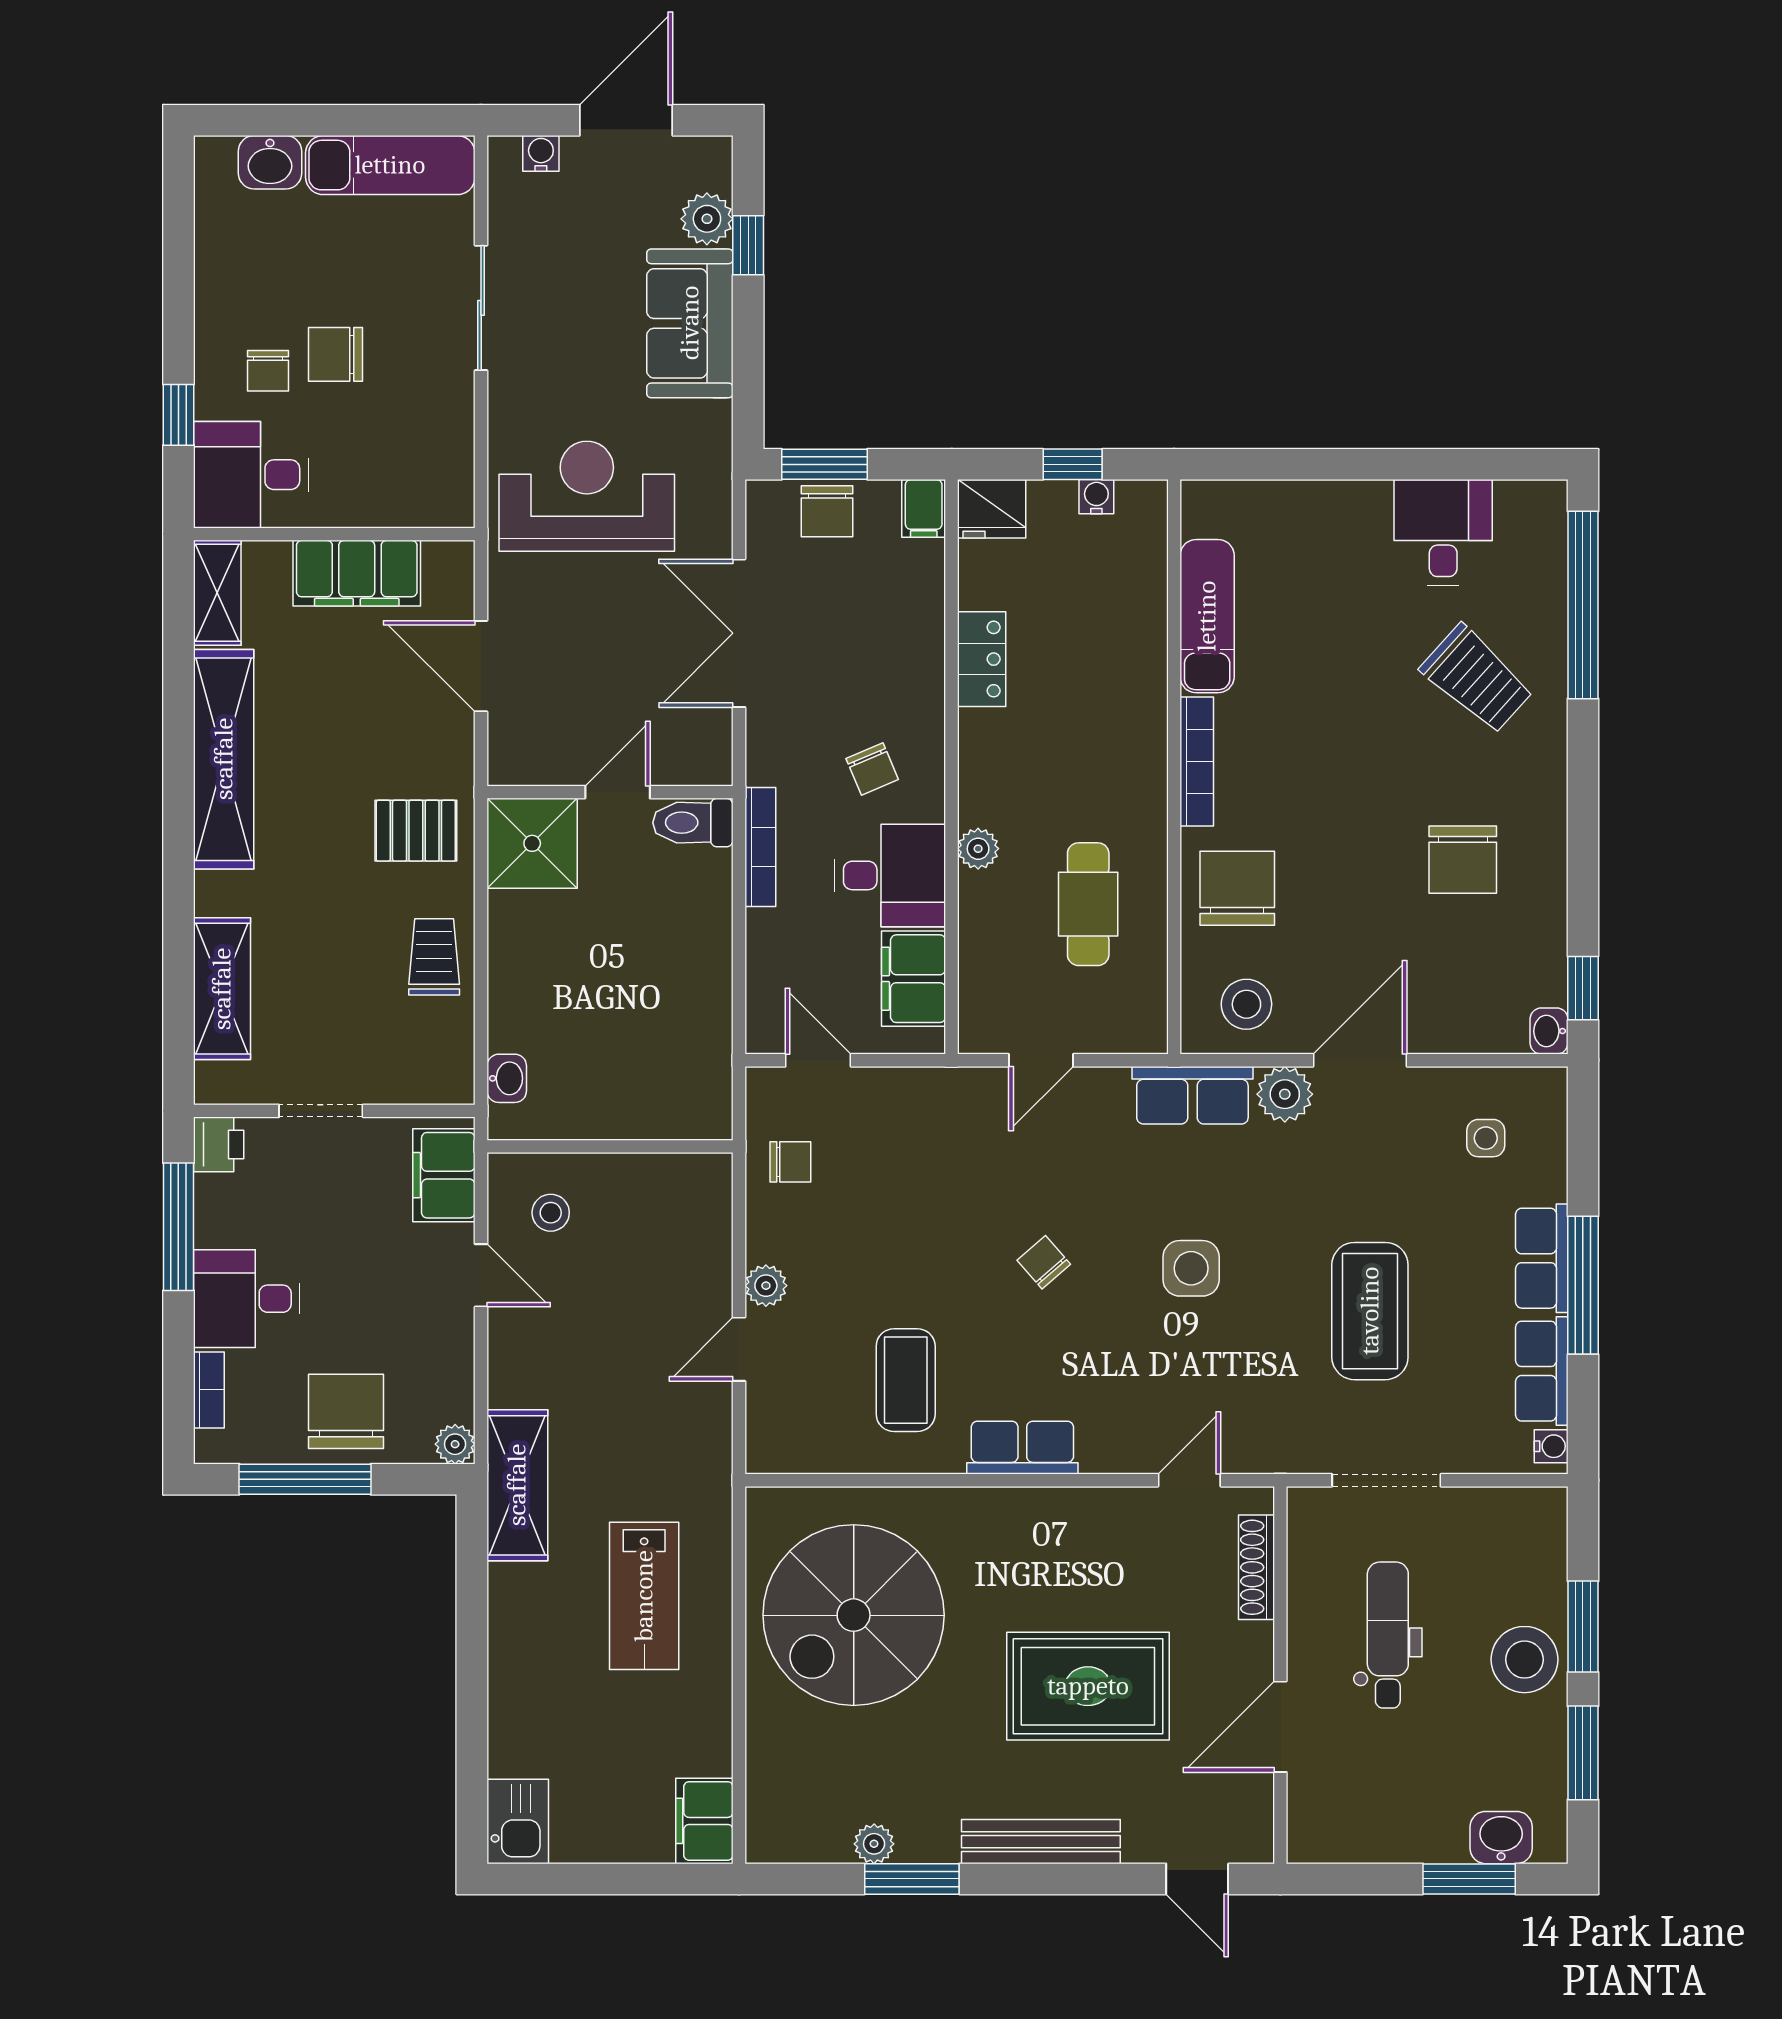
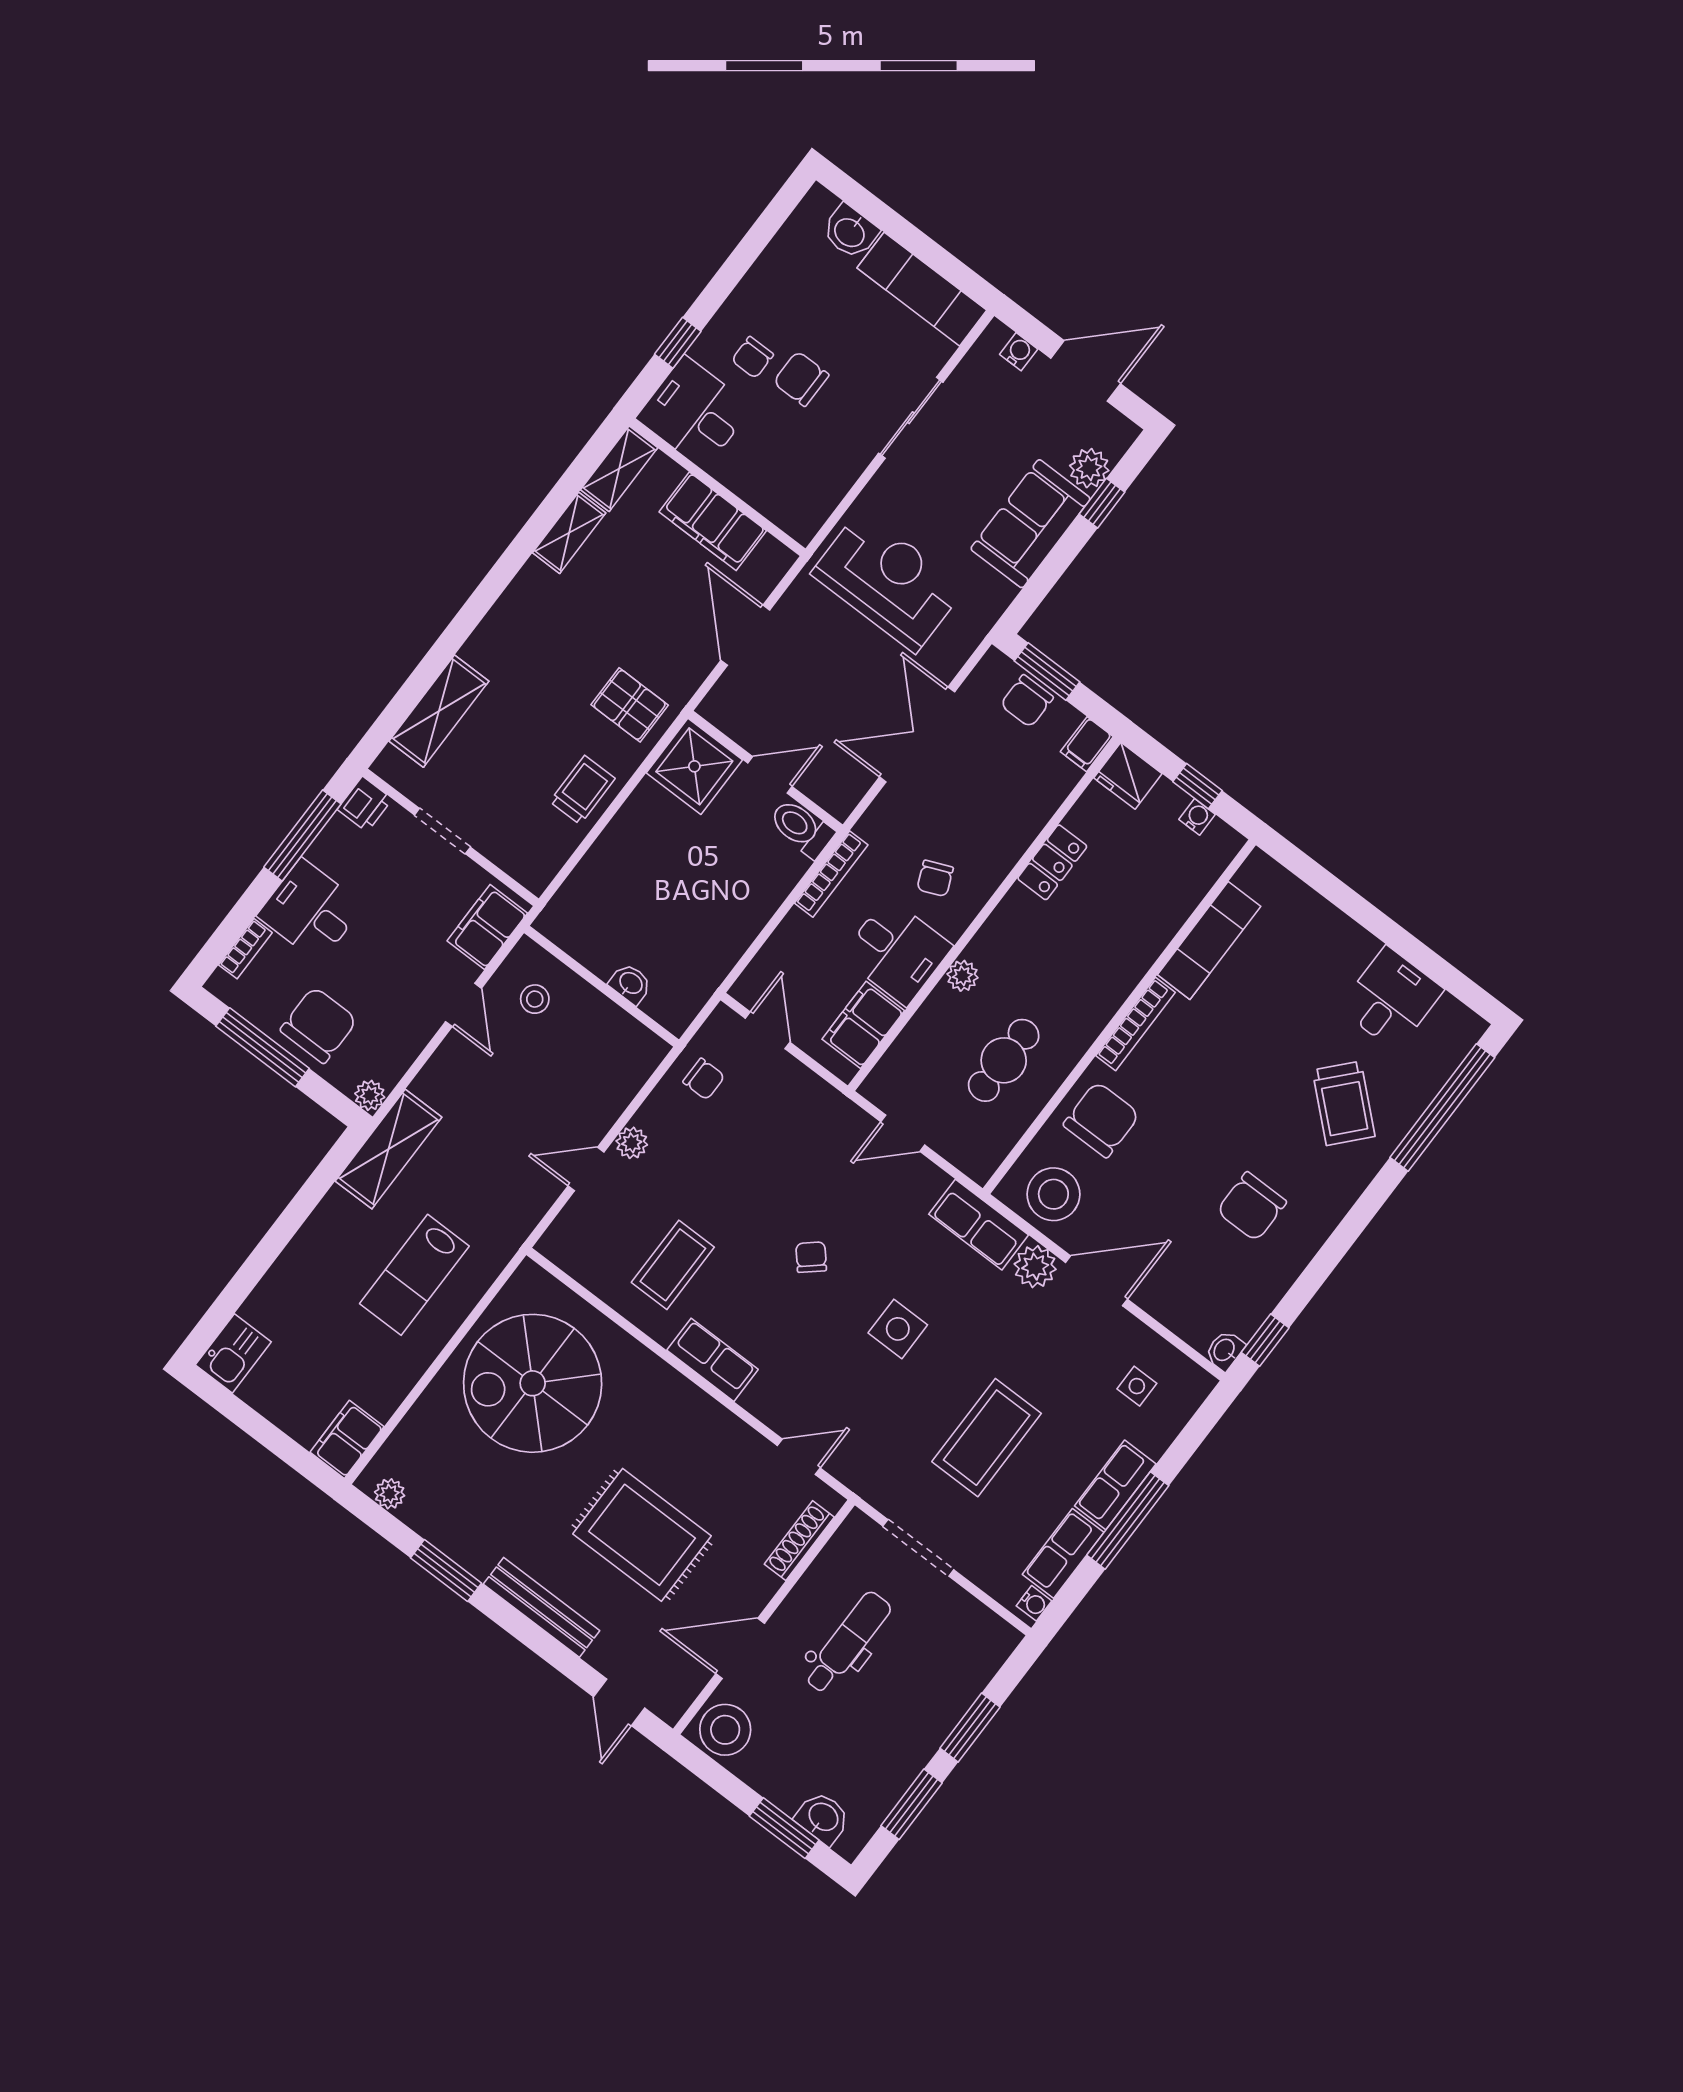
shelving: (224, 759) -> (569, 533), width x0.45, depth x0.75
stool: (1246, 1004) -> (1053, 1194), width x1.38, depth x1.38
washbasin: (507, 1078) -> (630, 984), moved, turned -90
stool: (1524, 1660) -> (725, 1730), moved
plant: (874, 1844) -> (390, 1494), moved

